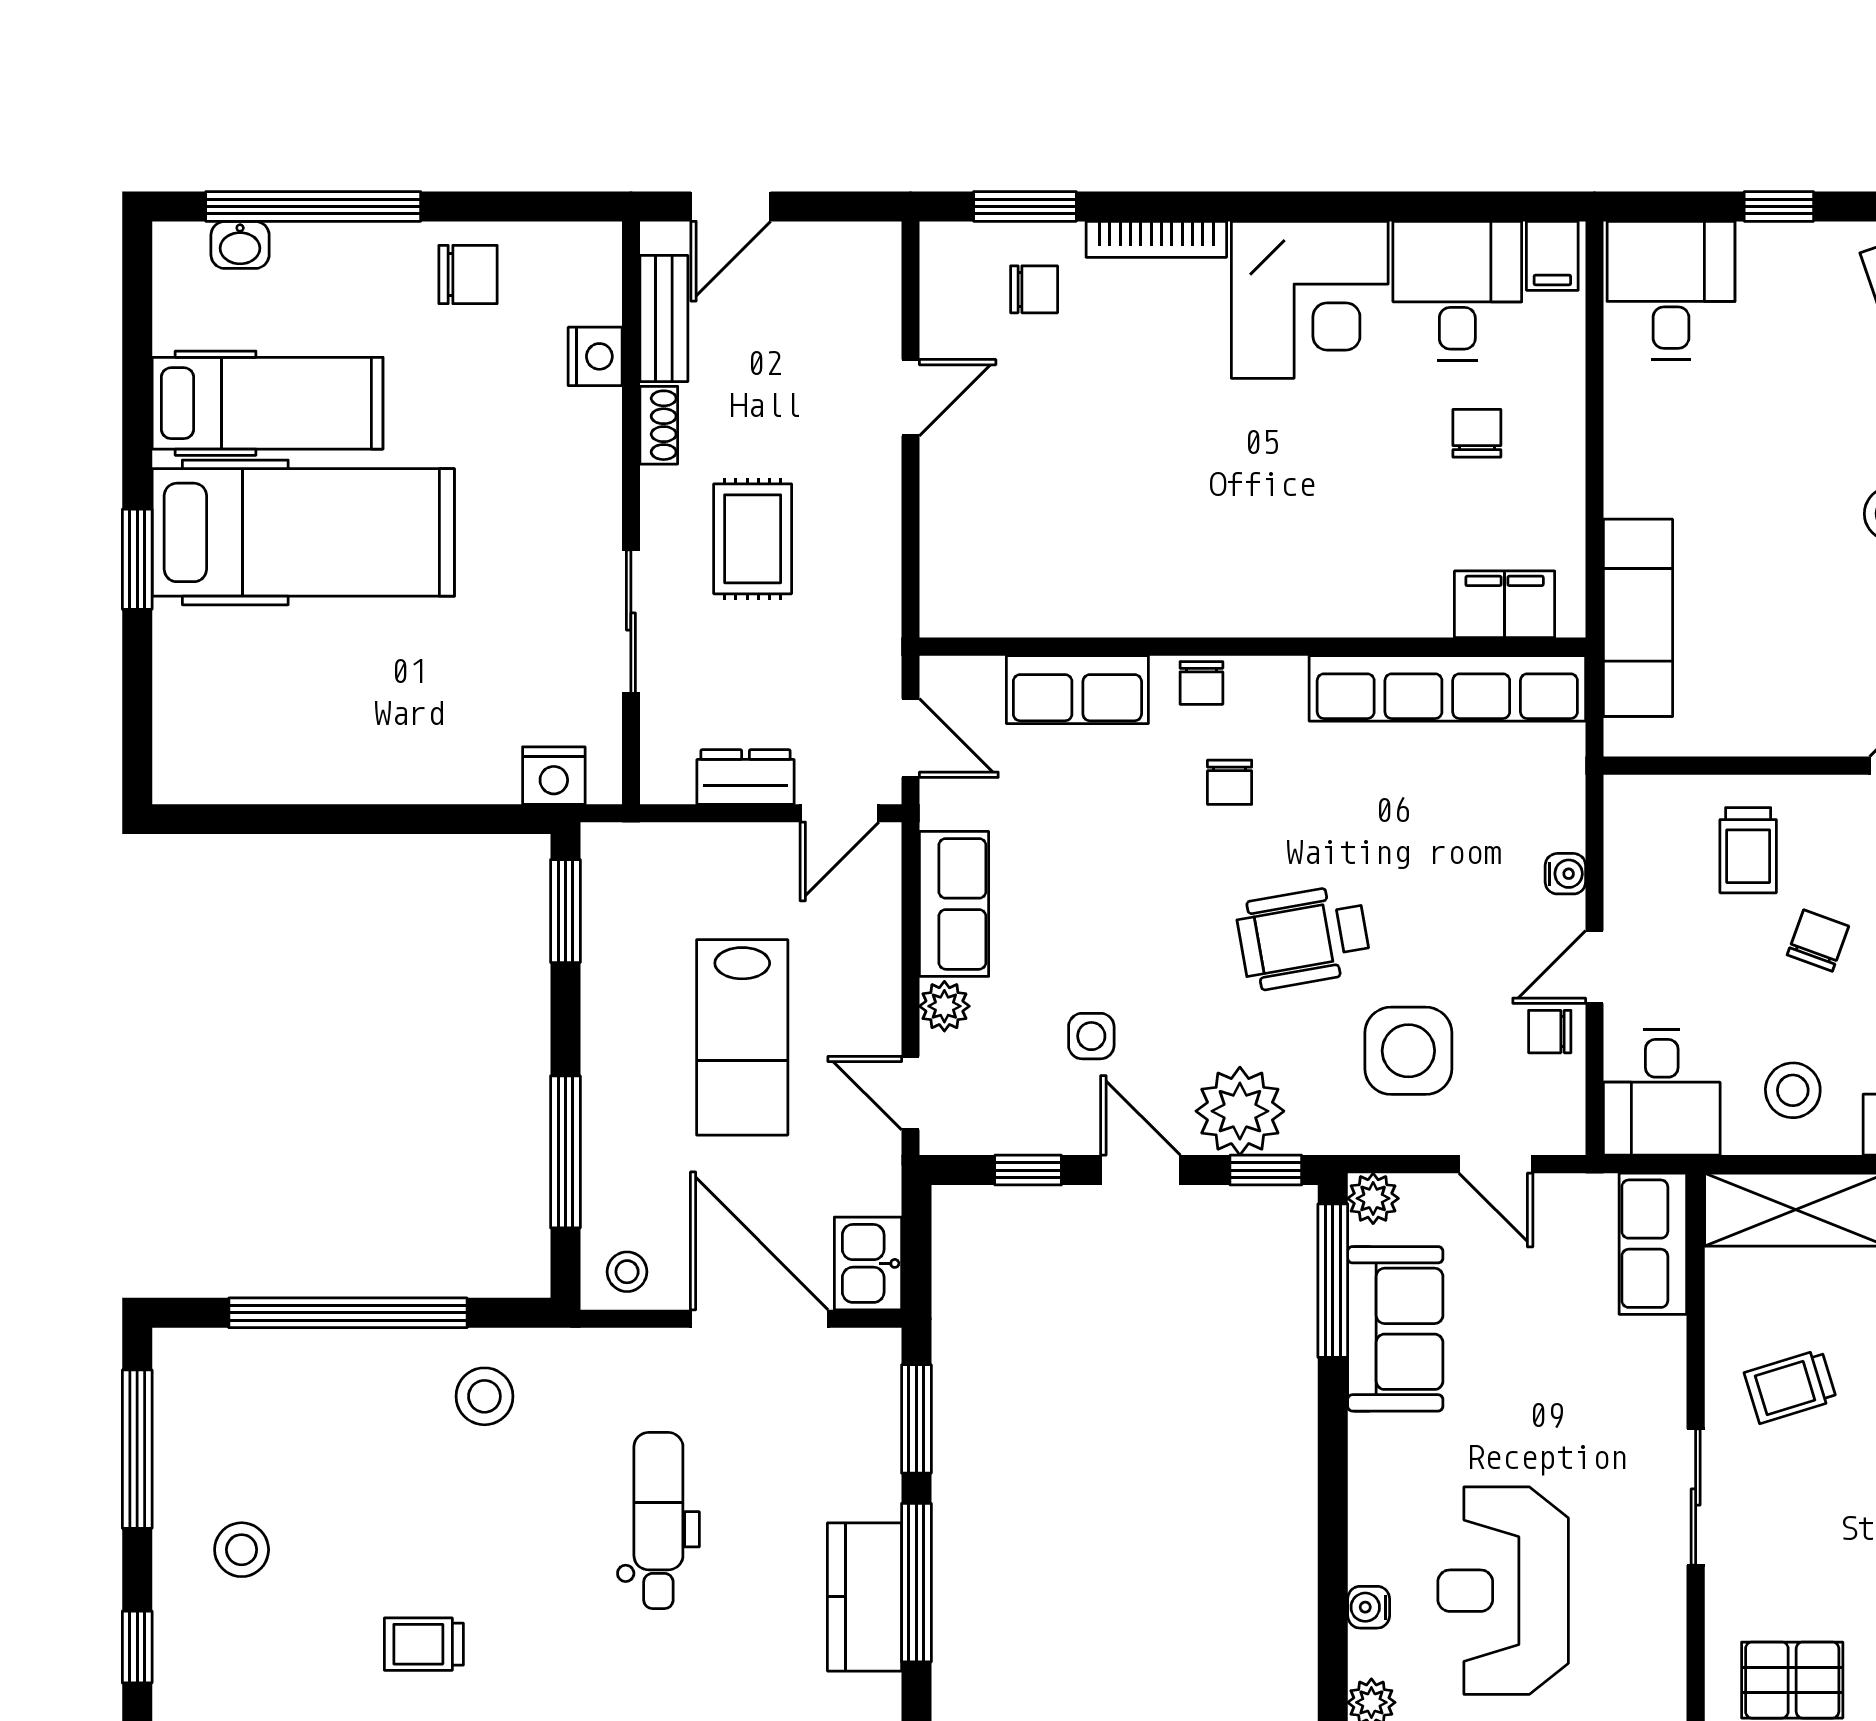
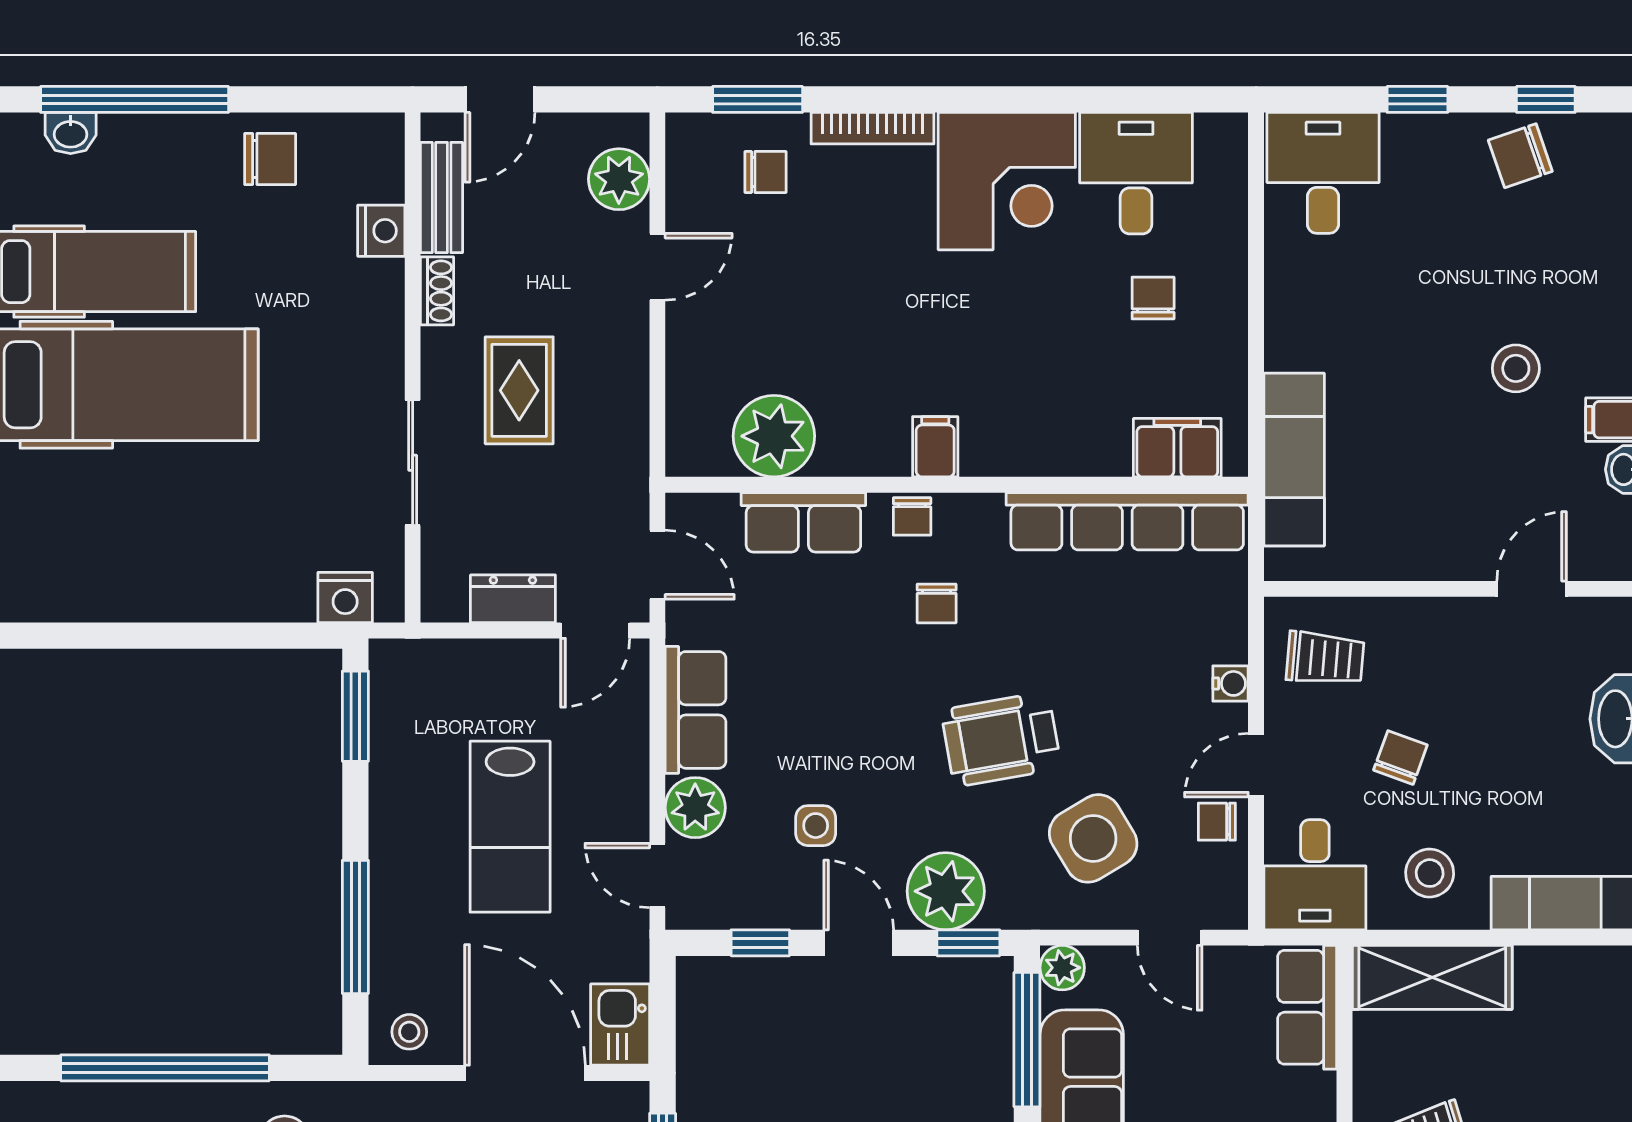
filing cabinet: (1552, 256) -> (935, 447), moved, turned 180
plant: (867, 298) -> (619, 179), added
plant: (1044, 591) -> (774, 436), added
trolley: (1748, 850) -> (1325, 658), moved, turned -85
chair: (1818, 941) -> (1400, 758), moved
plant: (944, 1006) -> (695, 808), width x1.38, depth x1.38
side table: (1408, 1051) -> (1093, 838), turned -31

